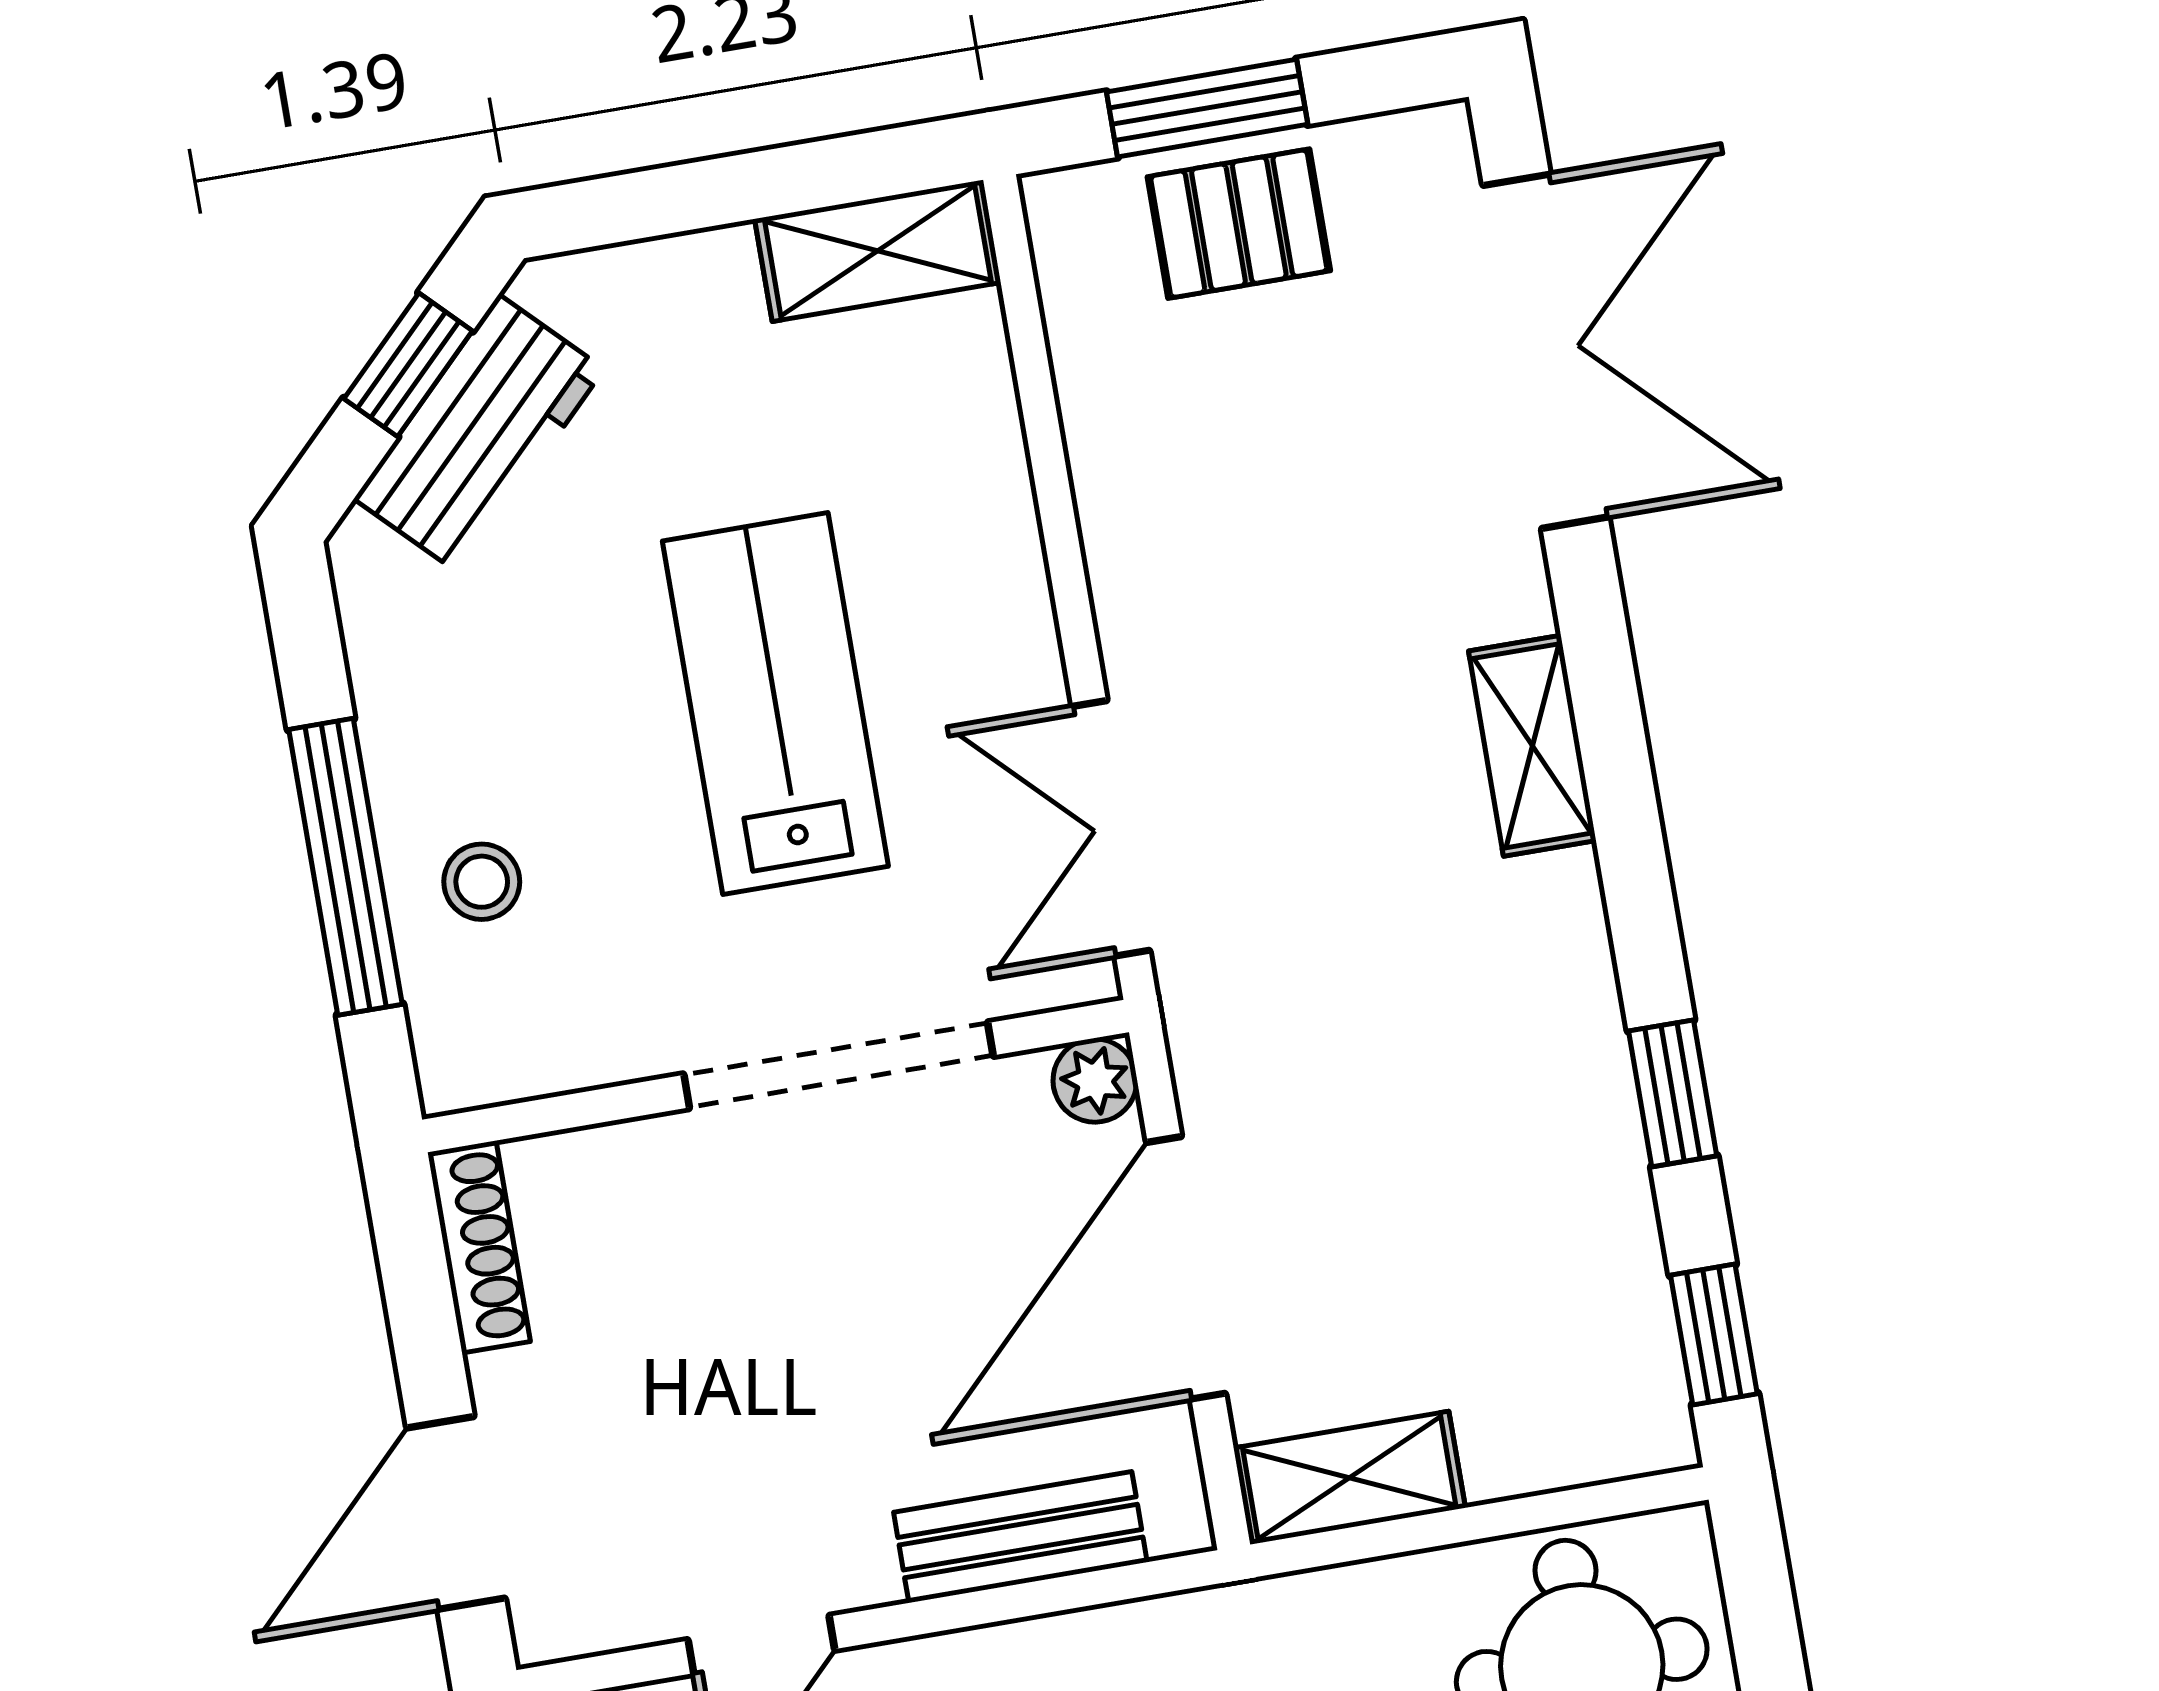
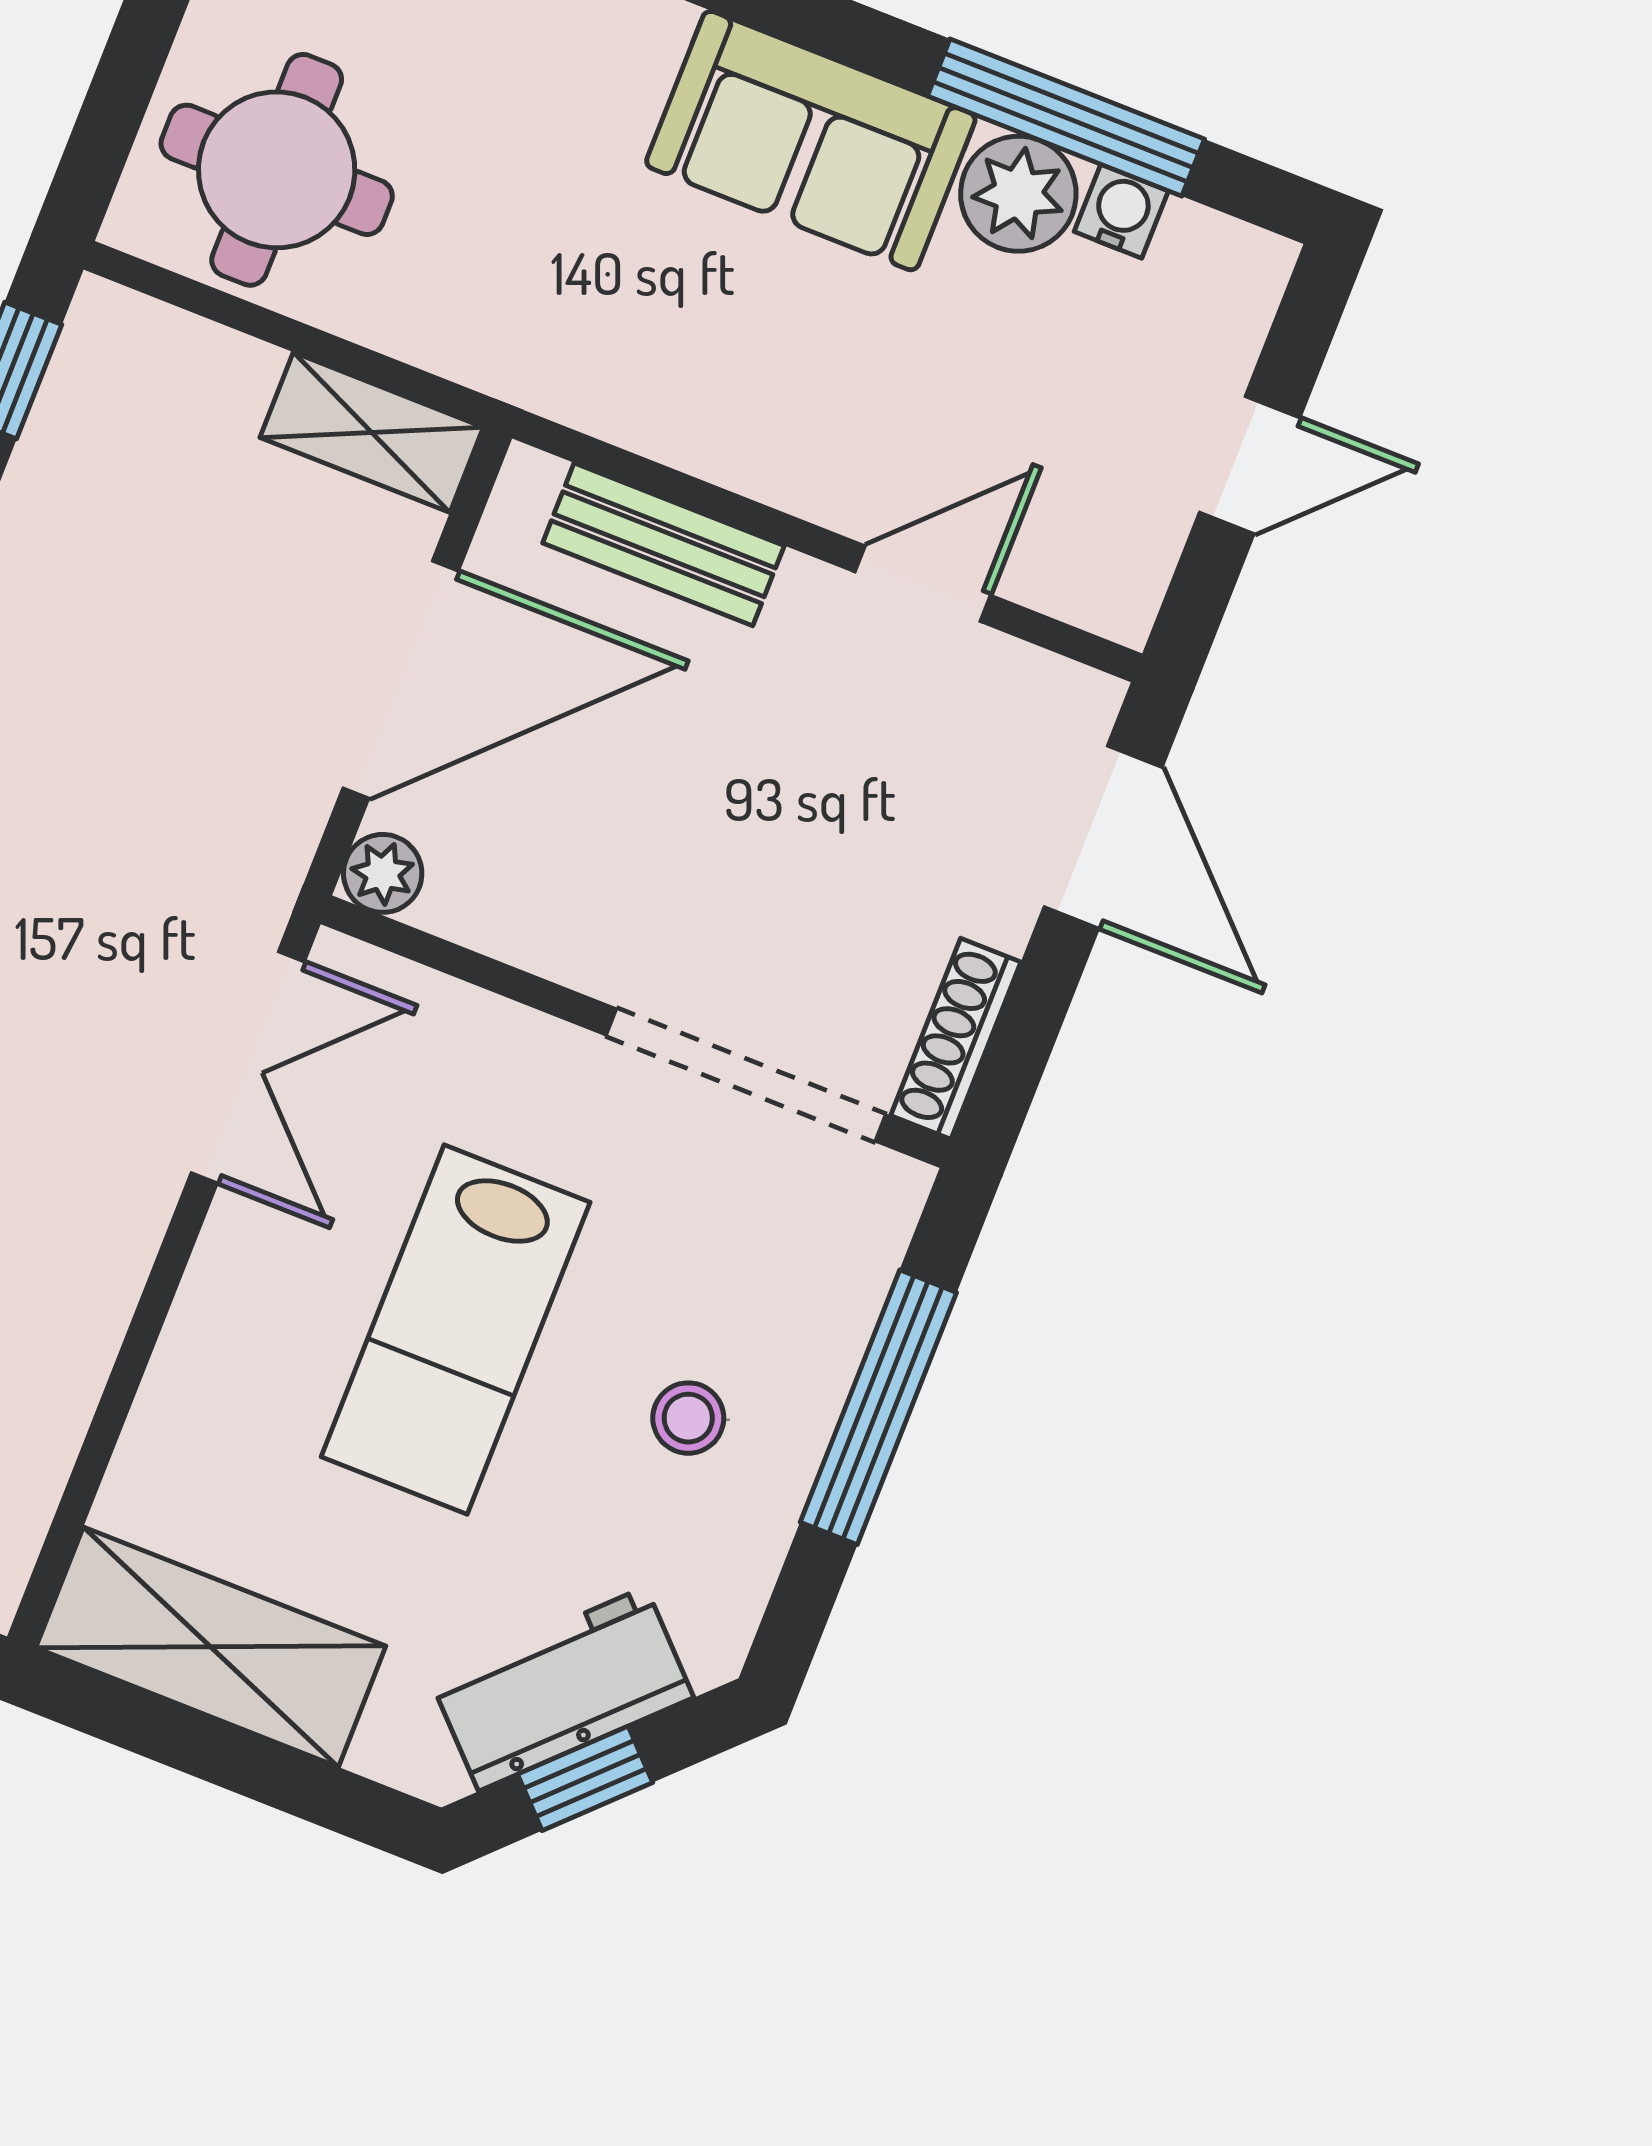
shelving: (878, 251) -> (211, 1647), width x1.50, depth x1.33
stool: (482, 882) -> (688, 1418), moved
doorway: (839, 1065) -> (746, 1075), moved
door: (456, 1513) -> (1103, 837), hinge flipped

